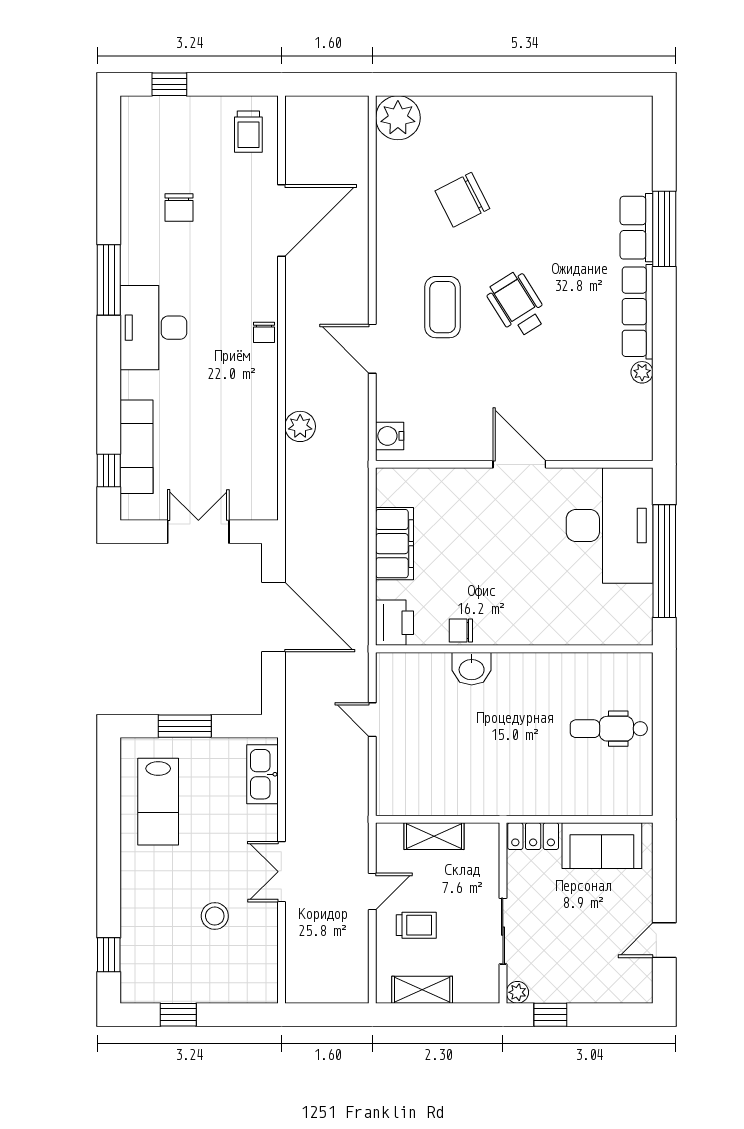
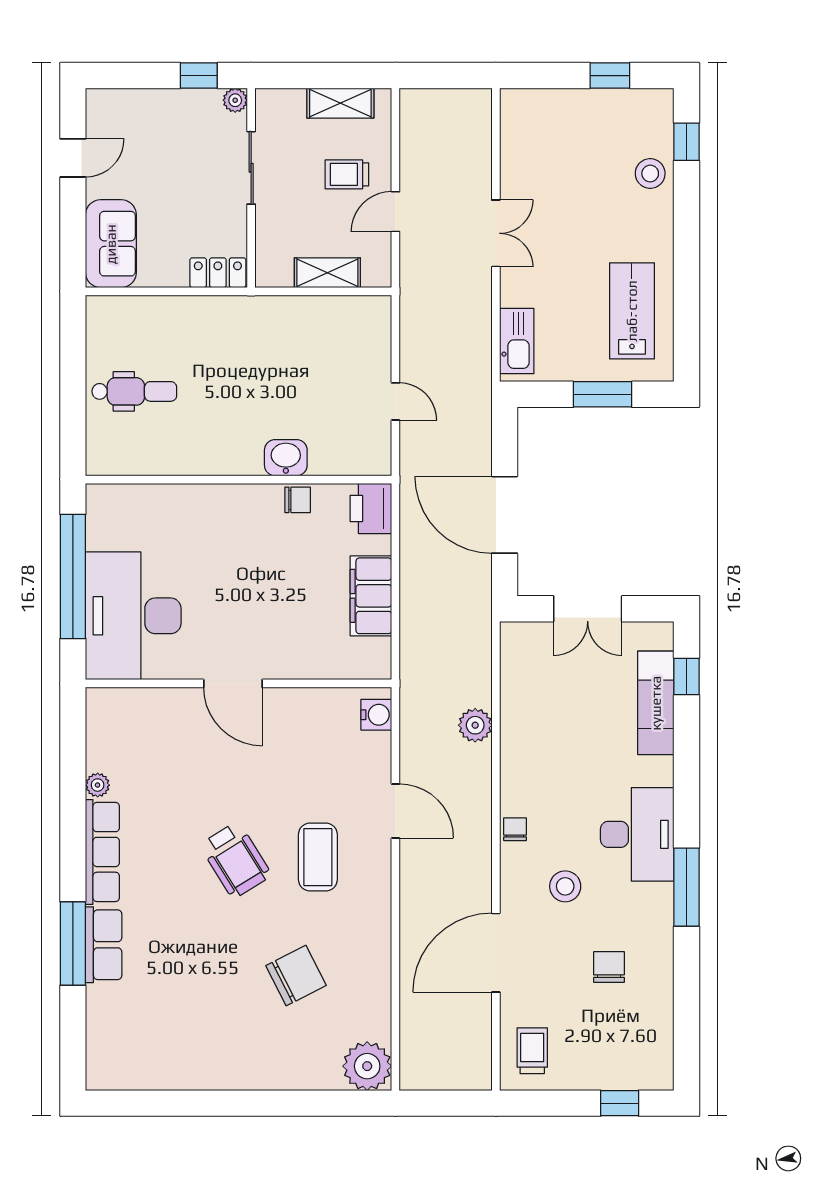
stool: (219, 281) -> (565, 886), added
sofa: (602, 846) -> (111, 244), moved, turned 90
stool: (215, 916) -> (650, 174), moved

